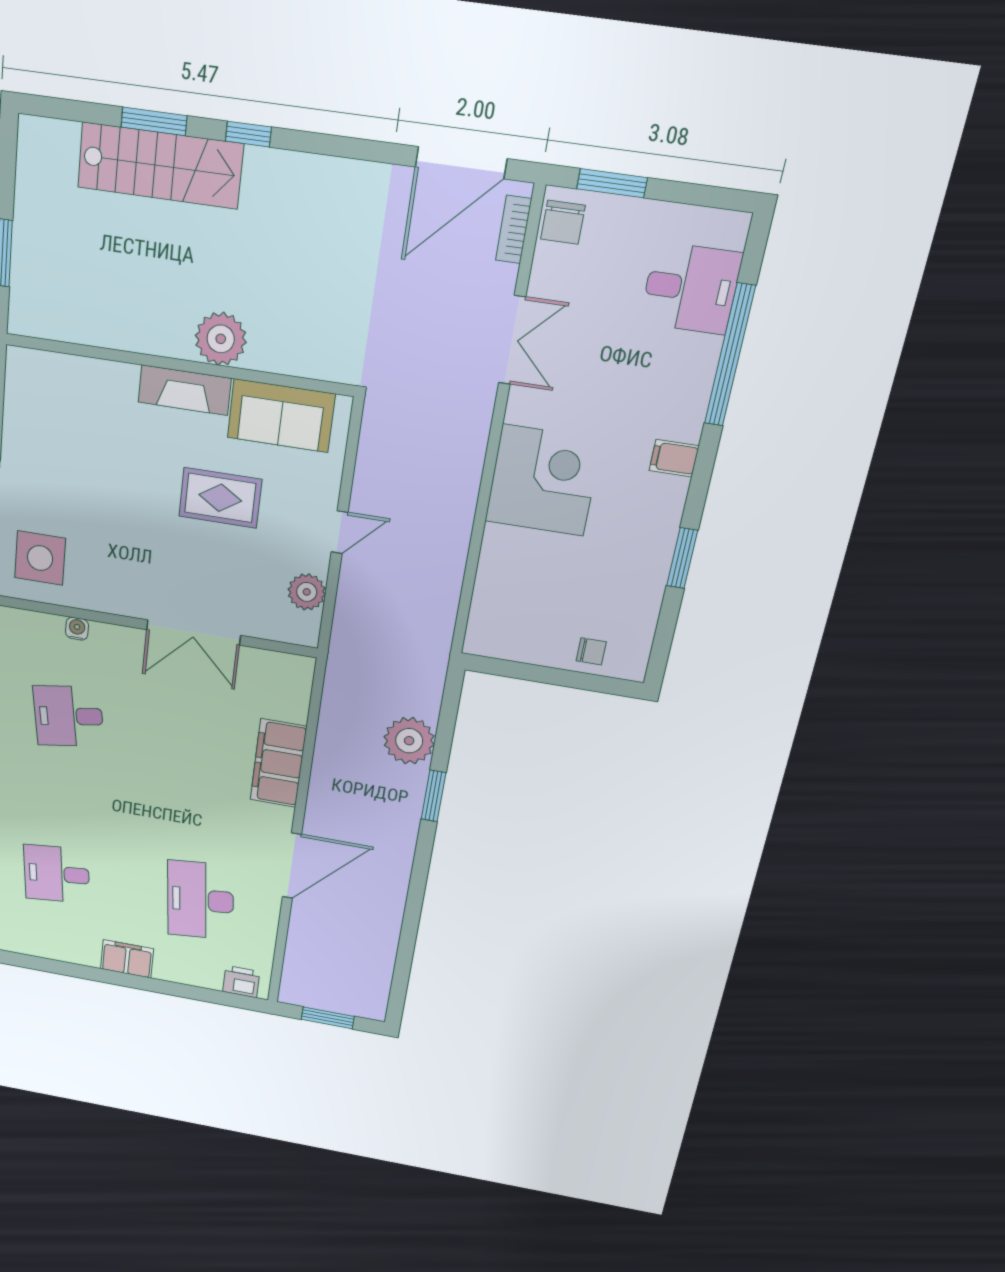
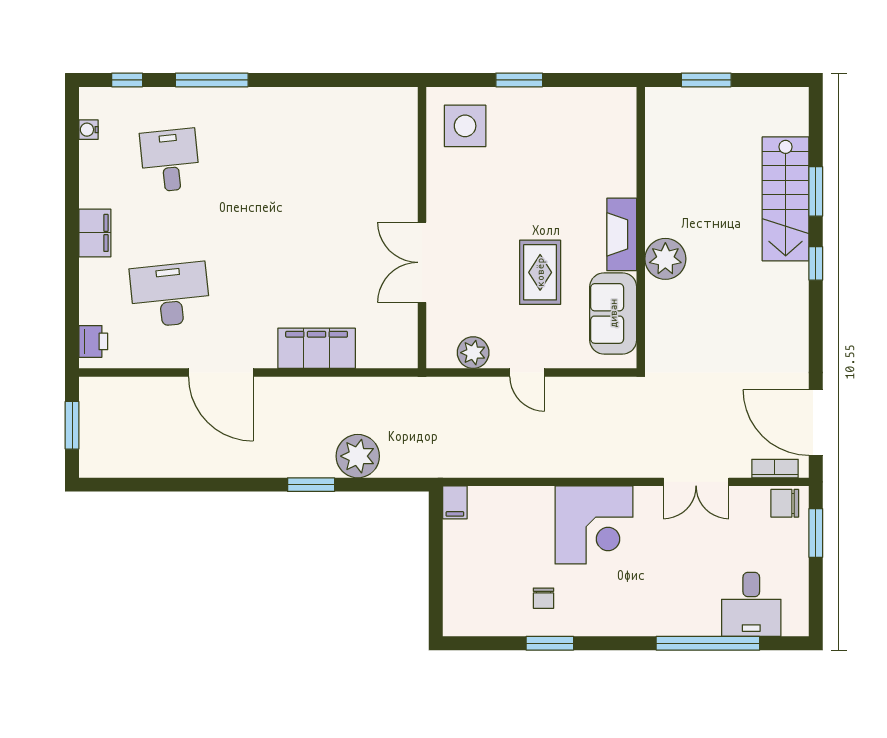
filing cabinet: (674, 458) -> (455, 502), moved, turned 180
water cooler: (77, 629) -> (89, 130), moved, turned 180
chair: (591, 651) -> (544, 598), moved
desk: (69, 716) -> (327, 160), removed

